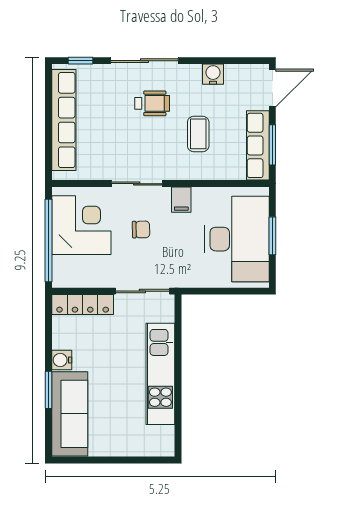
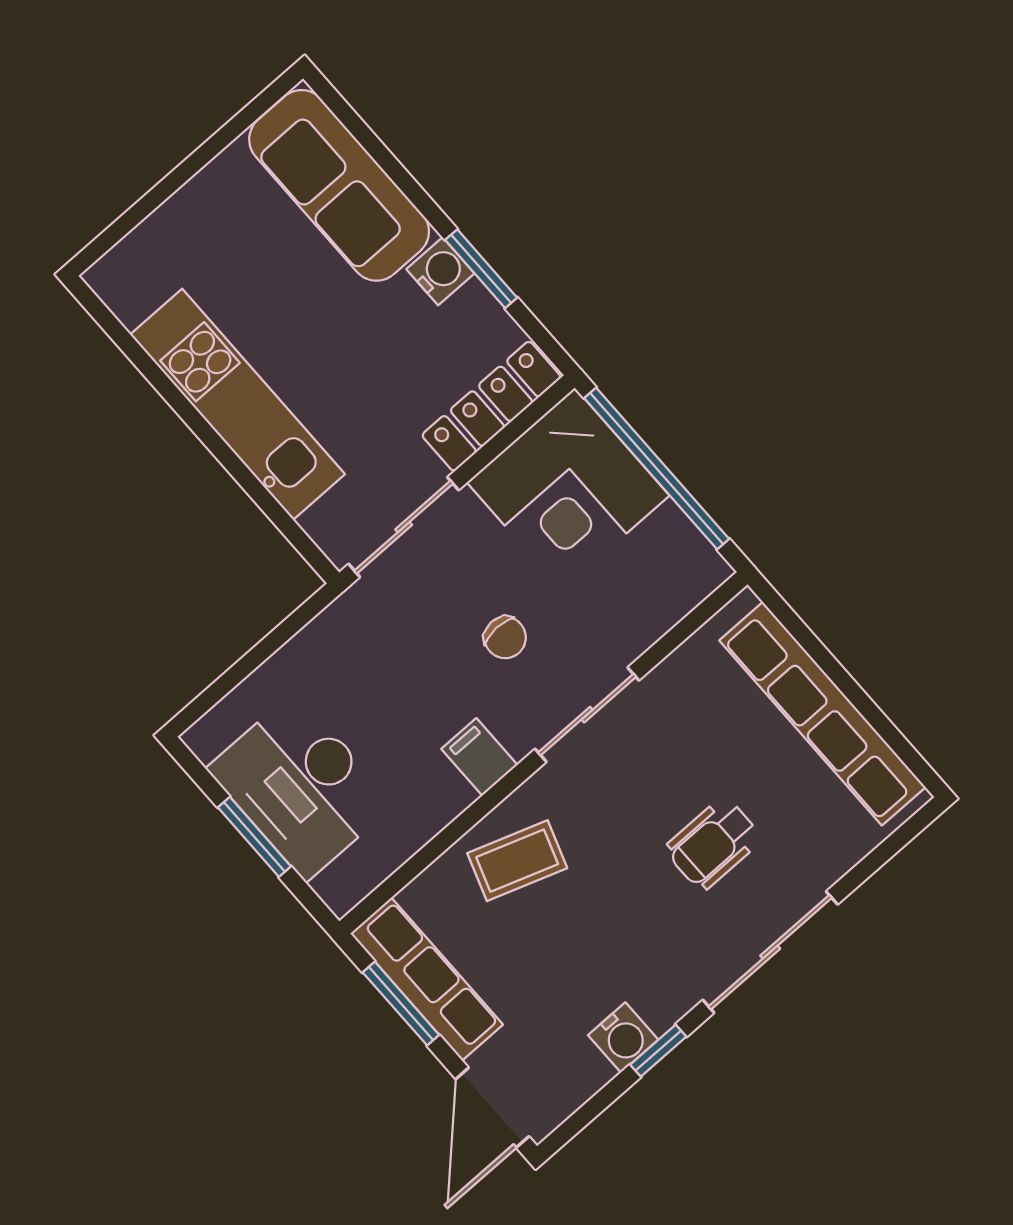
window: (81, 61) -> (658, 1051), moved
wheelchair: (152, 103) -> (713, 844), moved
coffee table: (198, 134) -> (517, 861), moved, turned -71
corner desk: (81, 225) -> (568, 489), moved
chair: (141, 229) -> (505, 638), turned -91
desk: (237, 239) -> (301, 786), width x0.73, depth x0.77
window: (49, 390) -> (481, 269), moved

